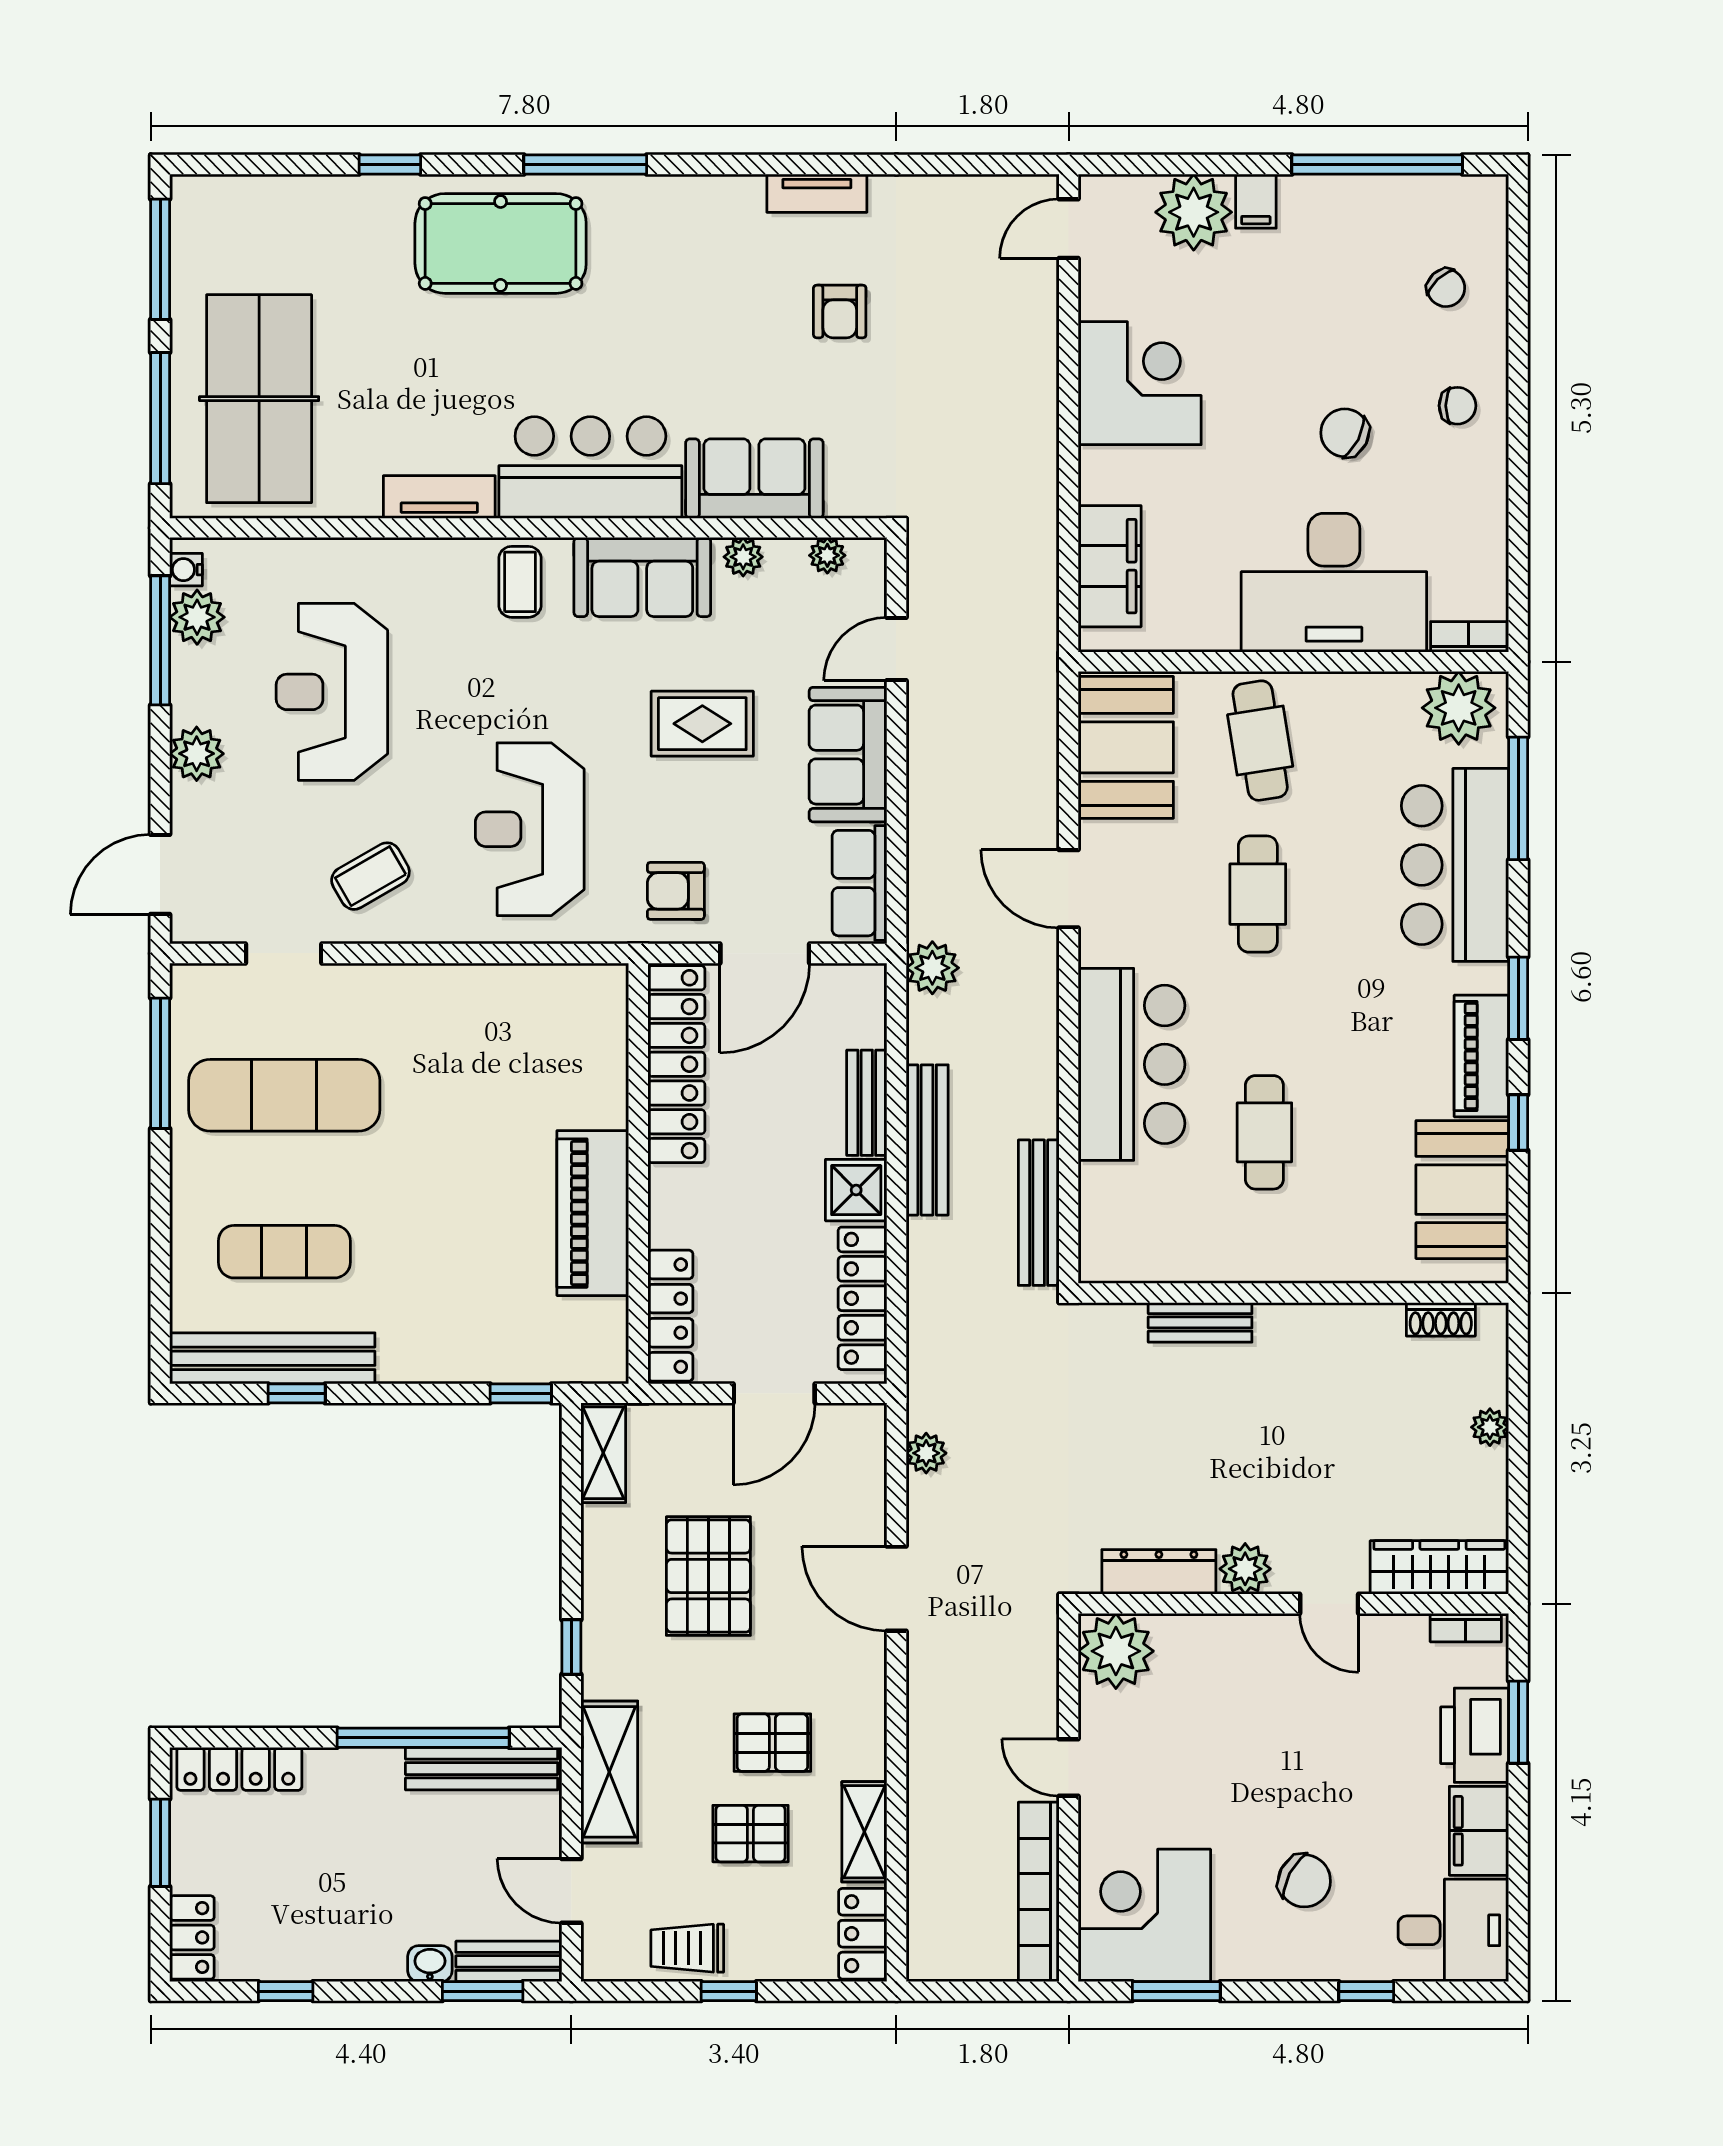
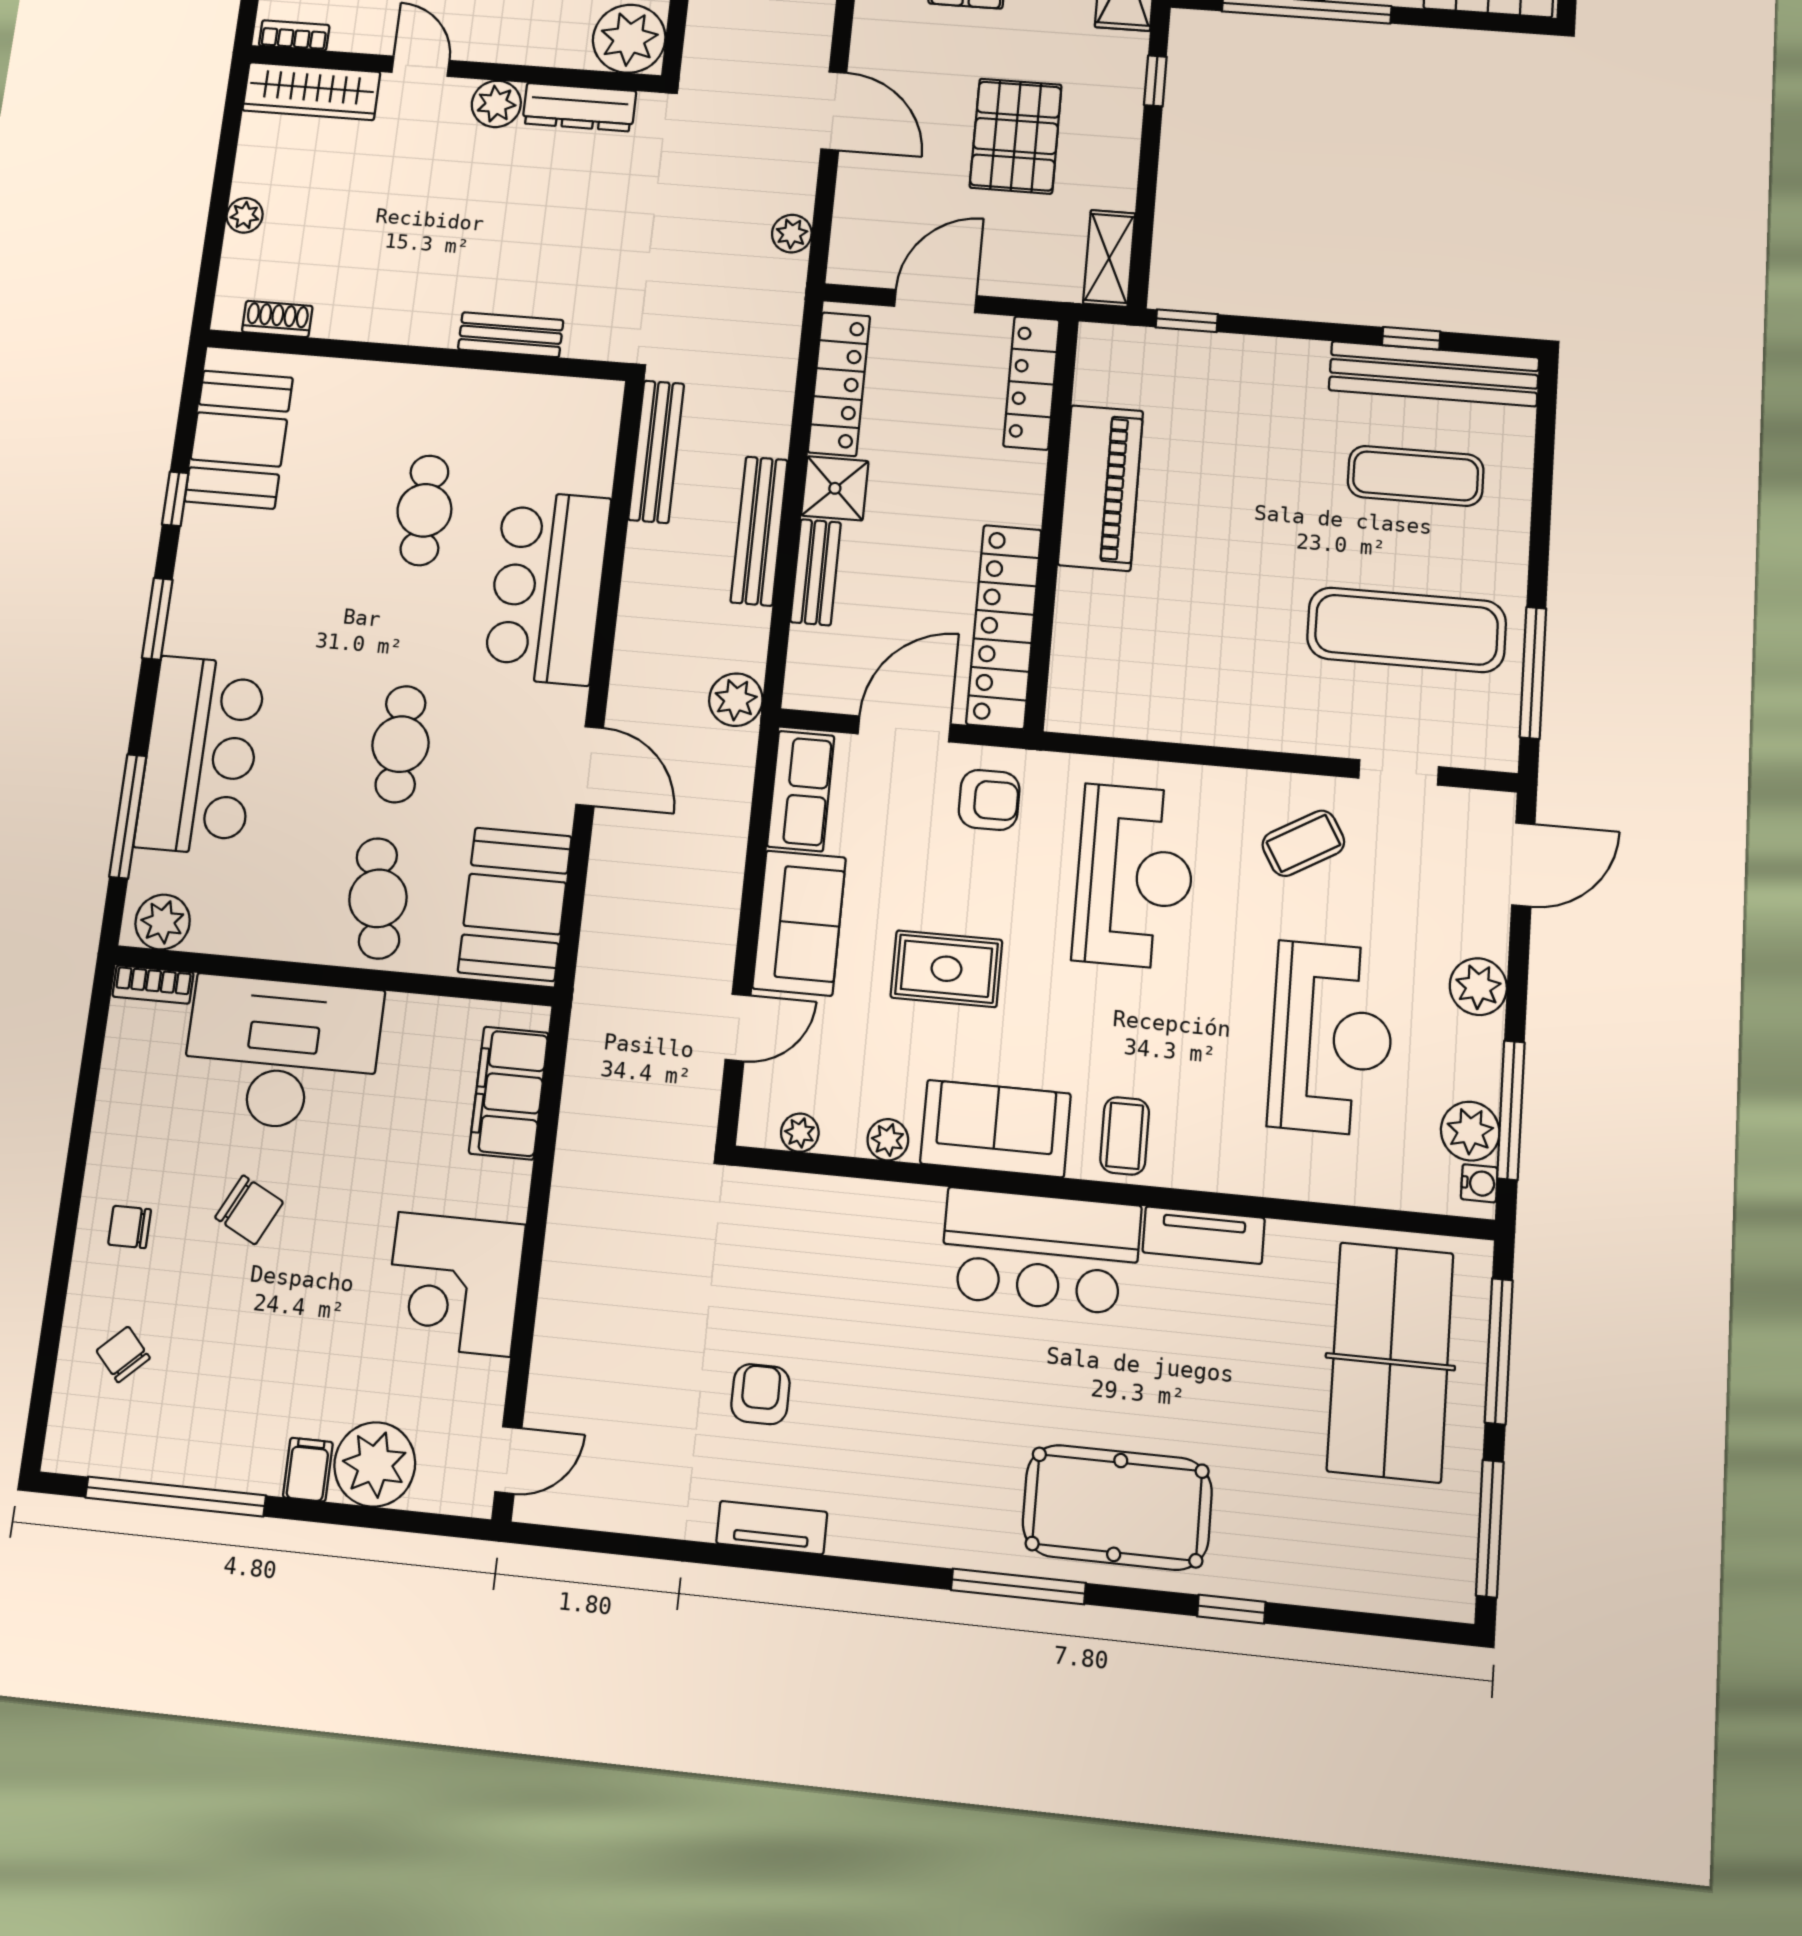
sofa: (754, 479) -> (868, 1222), removed
plant: (1459, 708) -> (163, 922), width x0.73, depth x0.73
piano: (1481, 1056) -> (202, 566), removed

